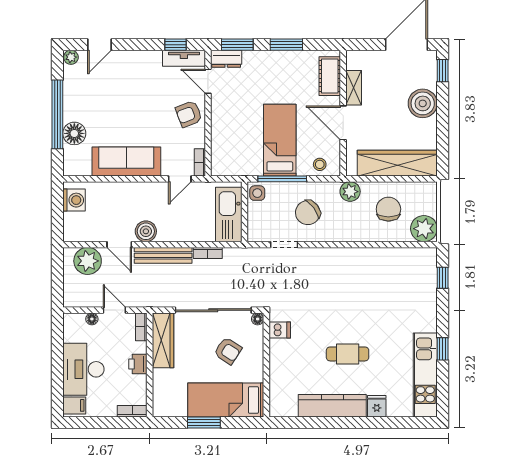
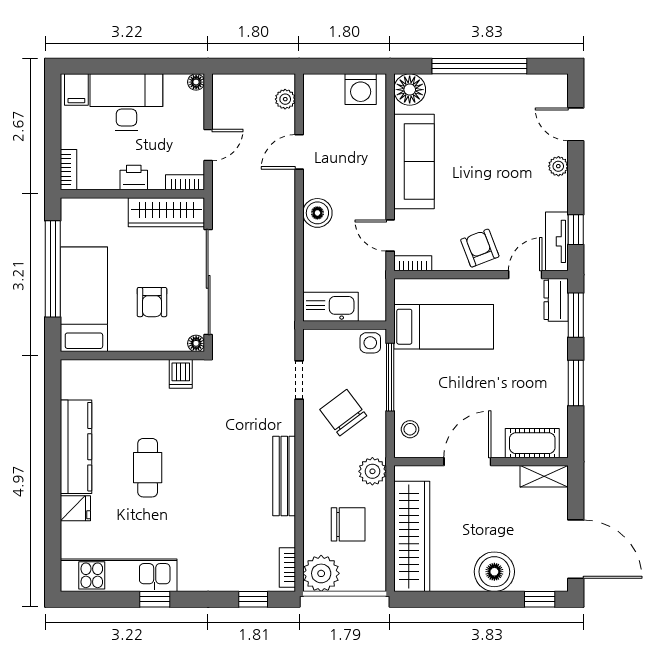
plant: (71, 57) -> (558, 166), moved
shelving: (354, 88) -> (544, 476), moved
floor lamp: (74, 133) -> (410, 90), moved
bed: (280, 140) -> (444, 327), moved
kitchen sink: (229, 215) -> (331, 307), width x0.73, depth x0.81
boiler: (146, 231) -> (317, 213), moved
bookcase: (208, 253) -> (287, 567), moved
bench: (163, 255) -> (284, 476), moved
plant: (88, 261) -> (285, 99), width x0.53, depth x0.53
floor lamp: (92, 319) -> (196, 82), moved
armchair: (228, 351) -> (152, 302), turned -33
window: (204, 423) -> (53, 269), width x2.11

